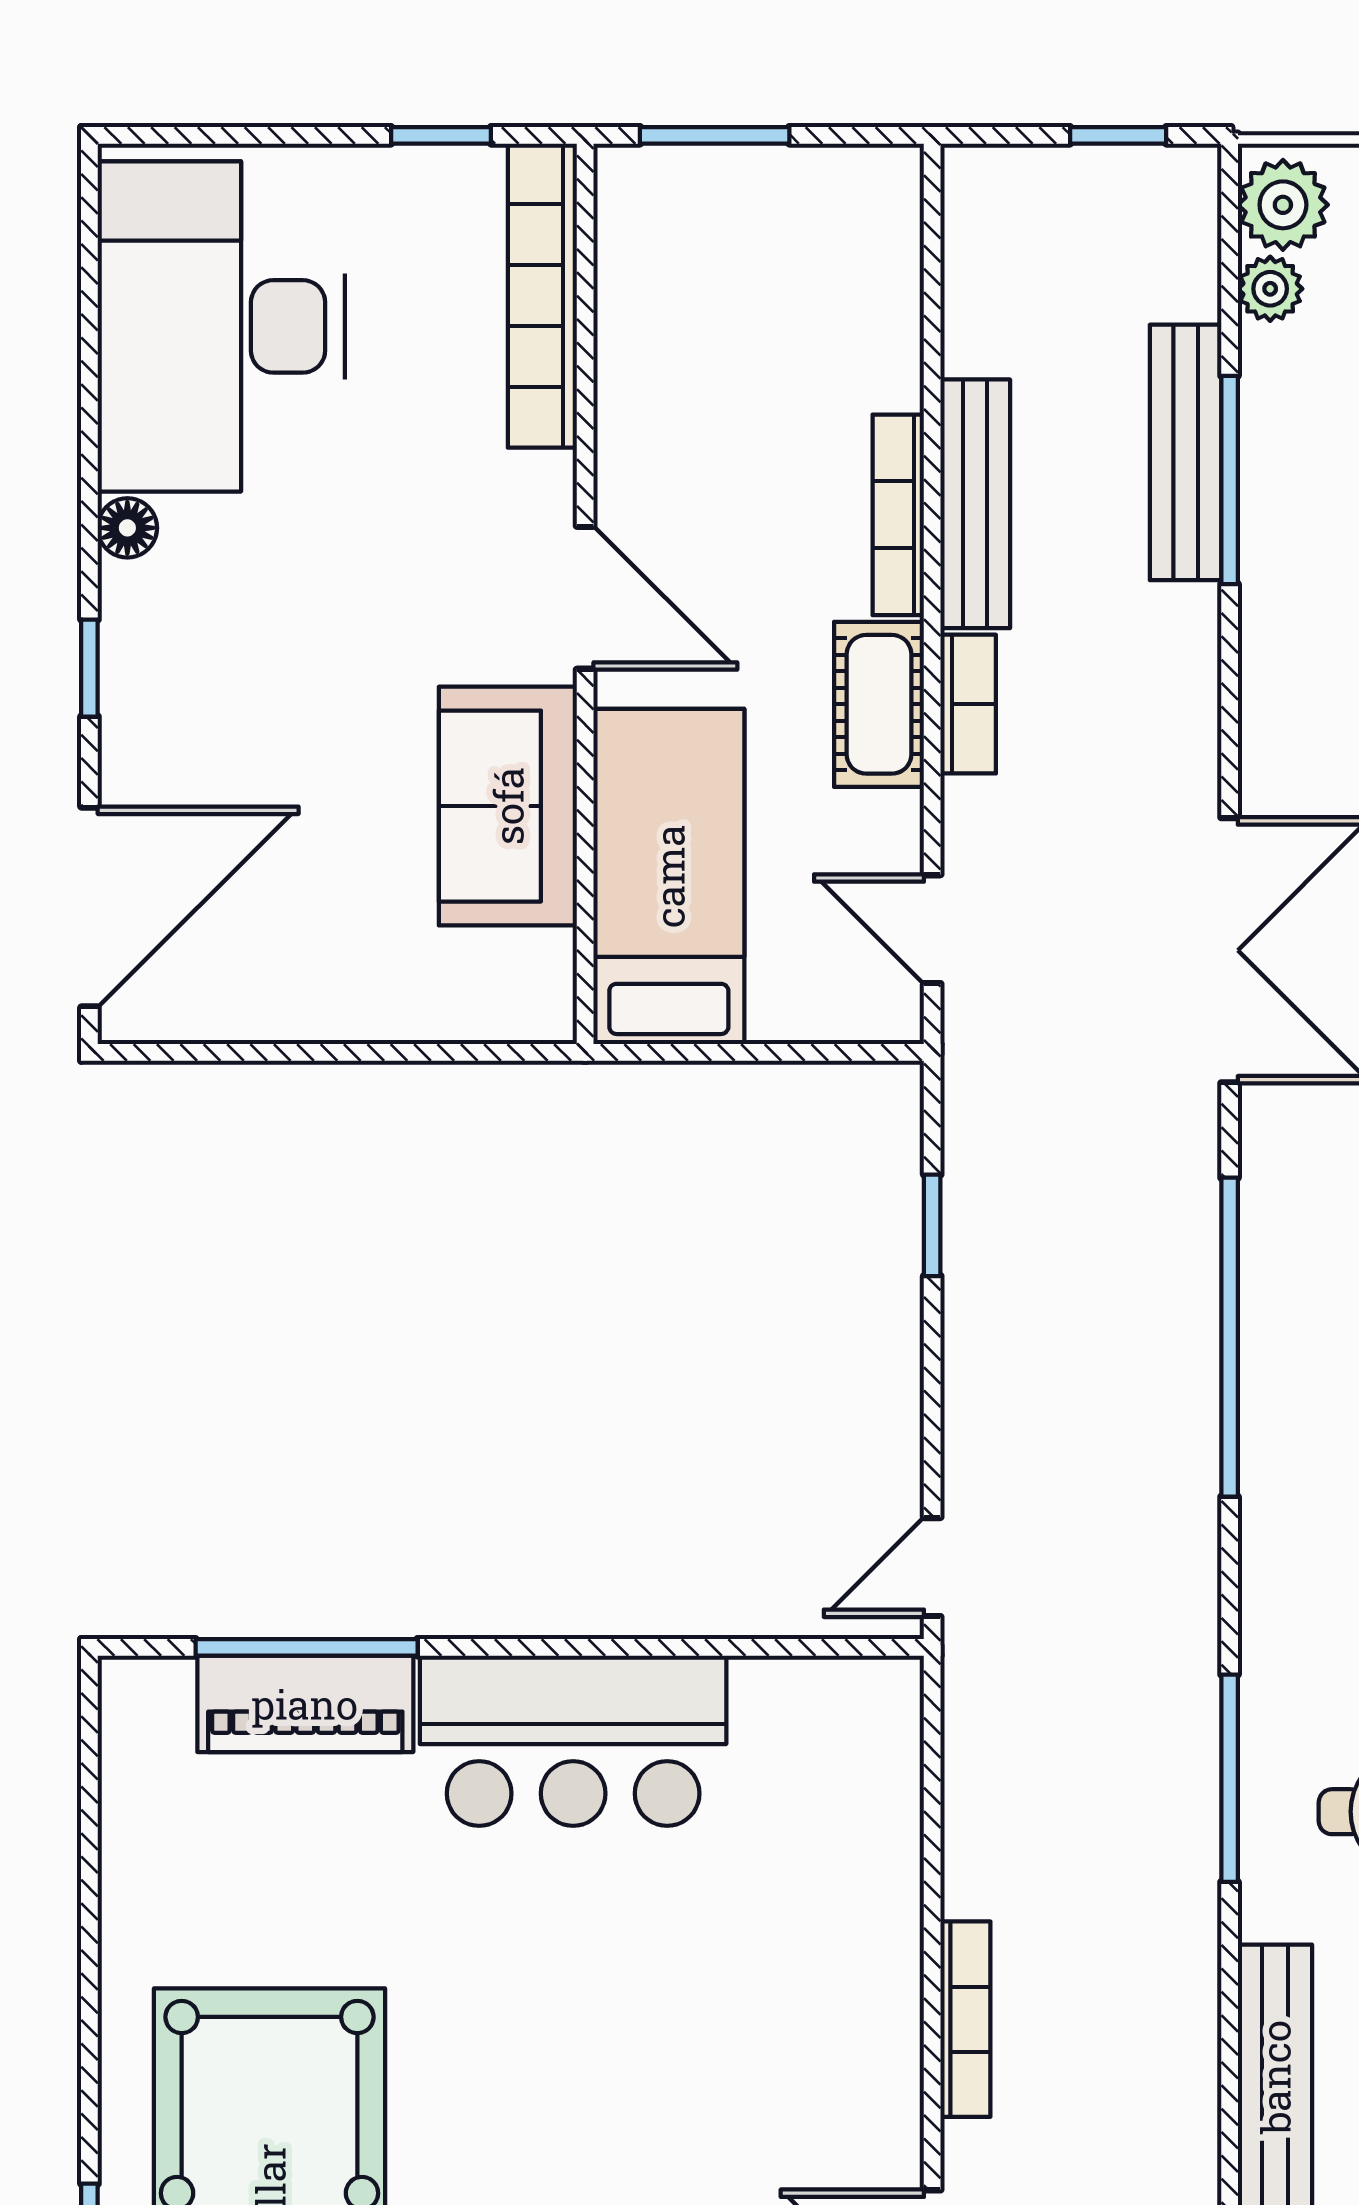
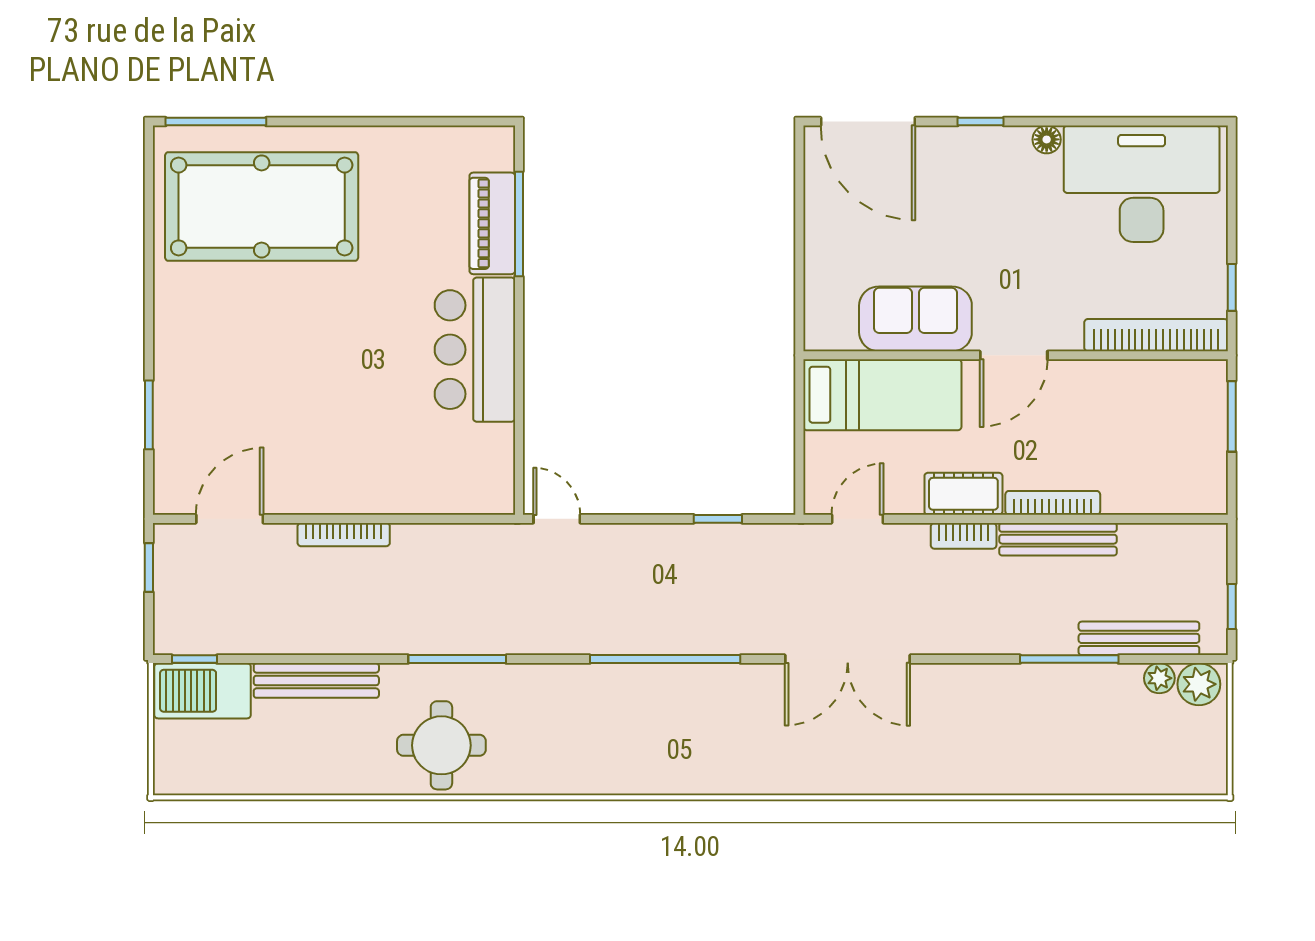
bench: (1186, 452) -> (1139, 638), moved

